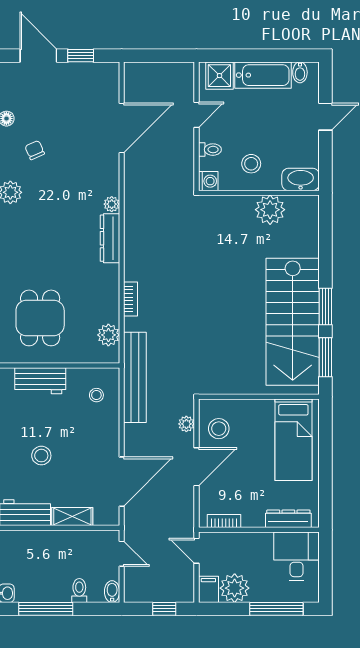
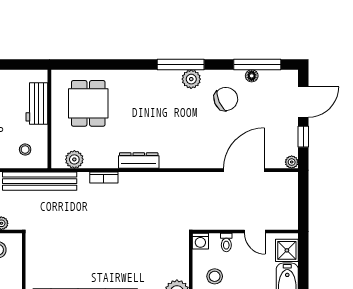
door: (122, 128) -> (244, 170), swing flipped
chair: (35, 150) -> (226, 99), width x1.87, depth x1.87
plant: (112, 204) -> (292, 162), moved
dresser: (110, 238) -> (139, 161), moved
dining table: (40, 318) -> (88, 103), turned 90

